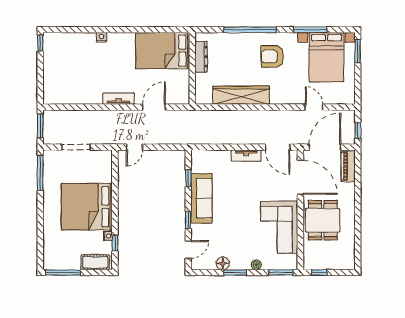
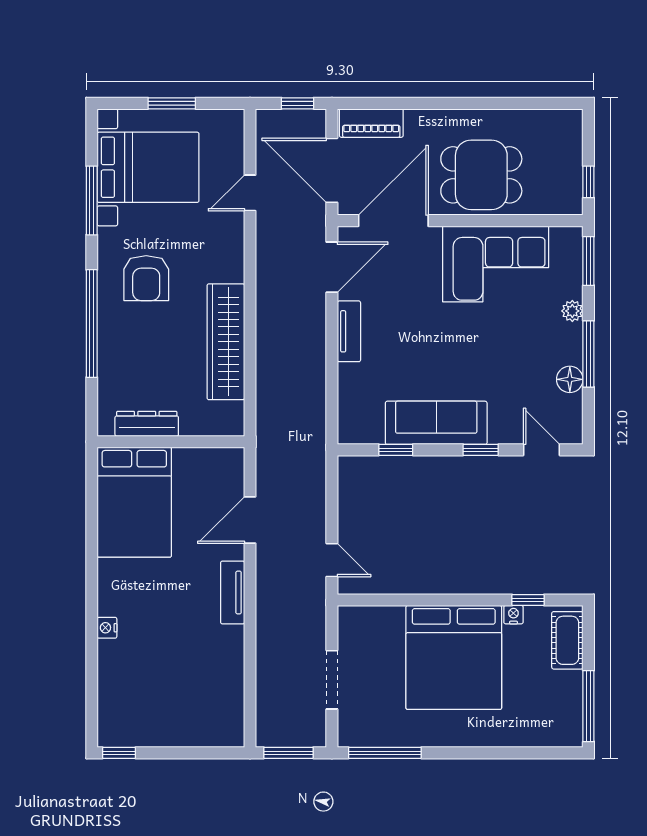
window: (358, 51) -> (172, 103), moved
door: (154, 107) -> (250, 520), hinge flipped
window: (235, 273) -> (588, 354), width x1.44

